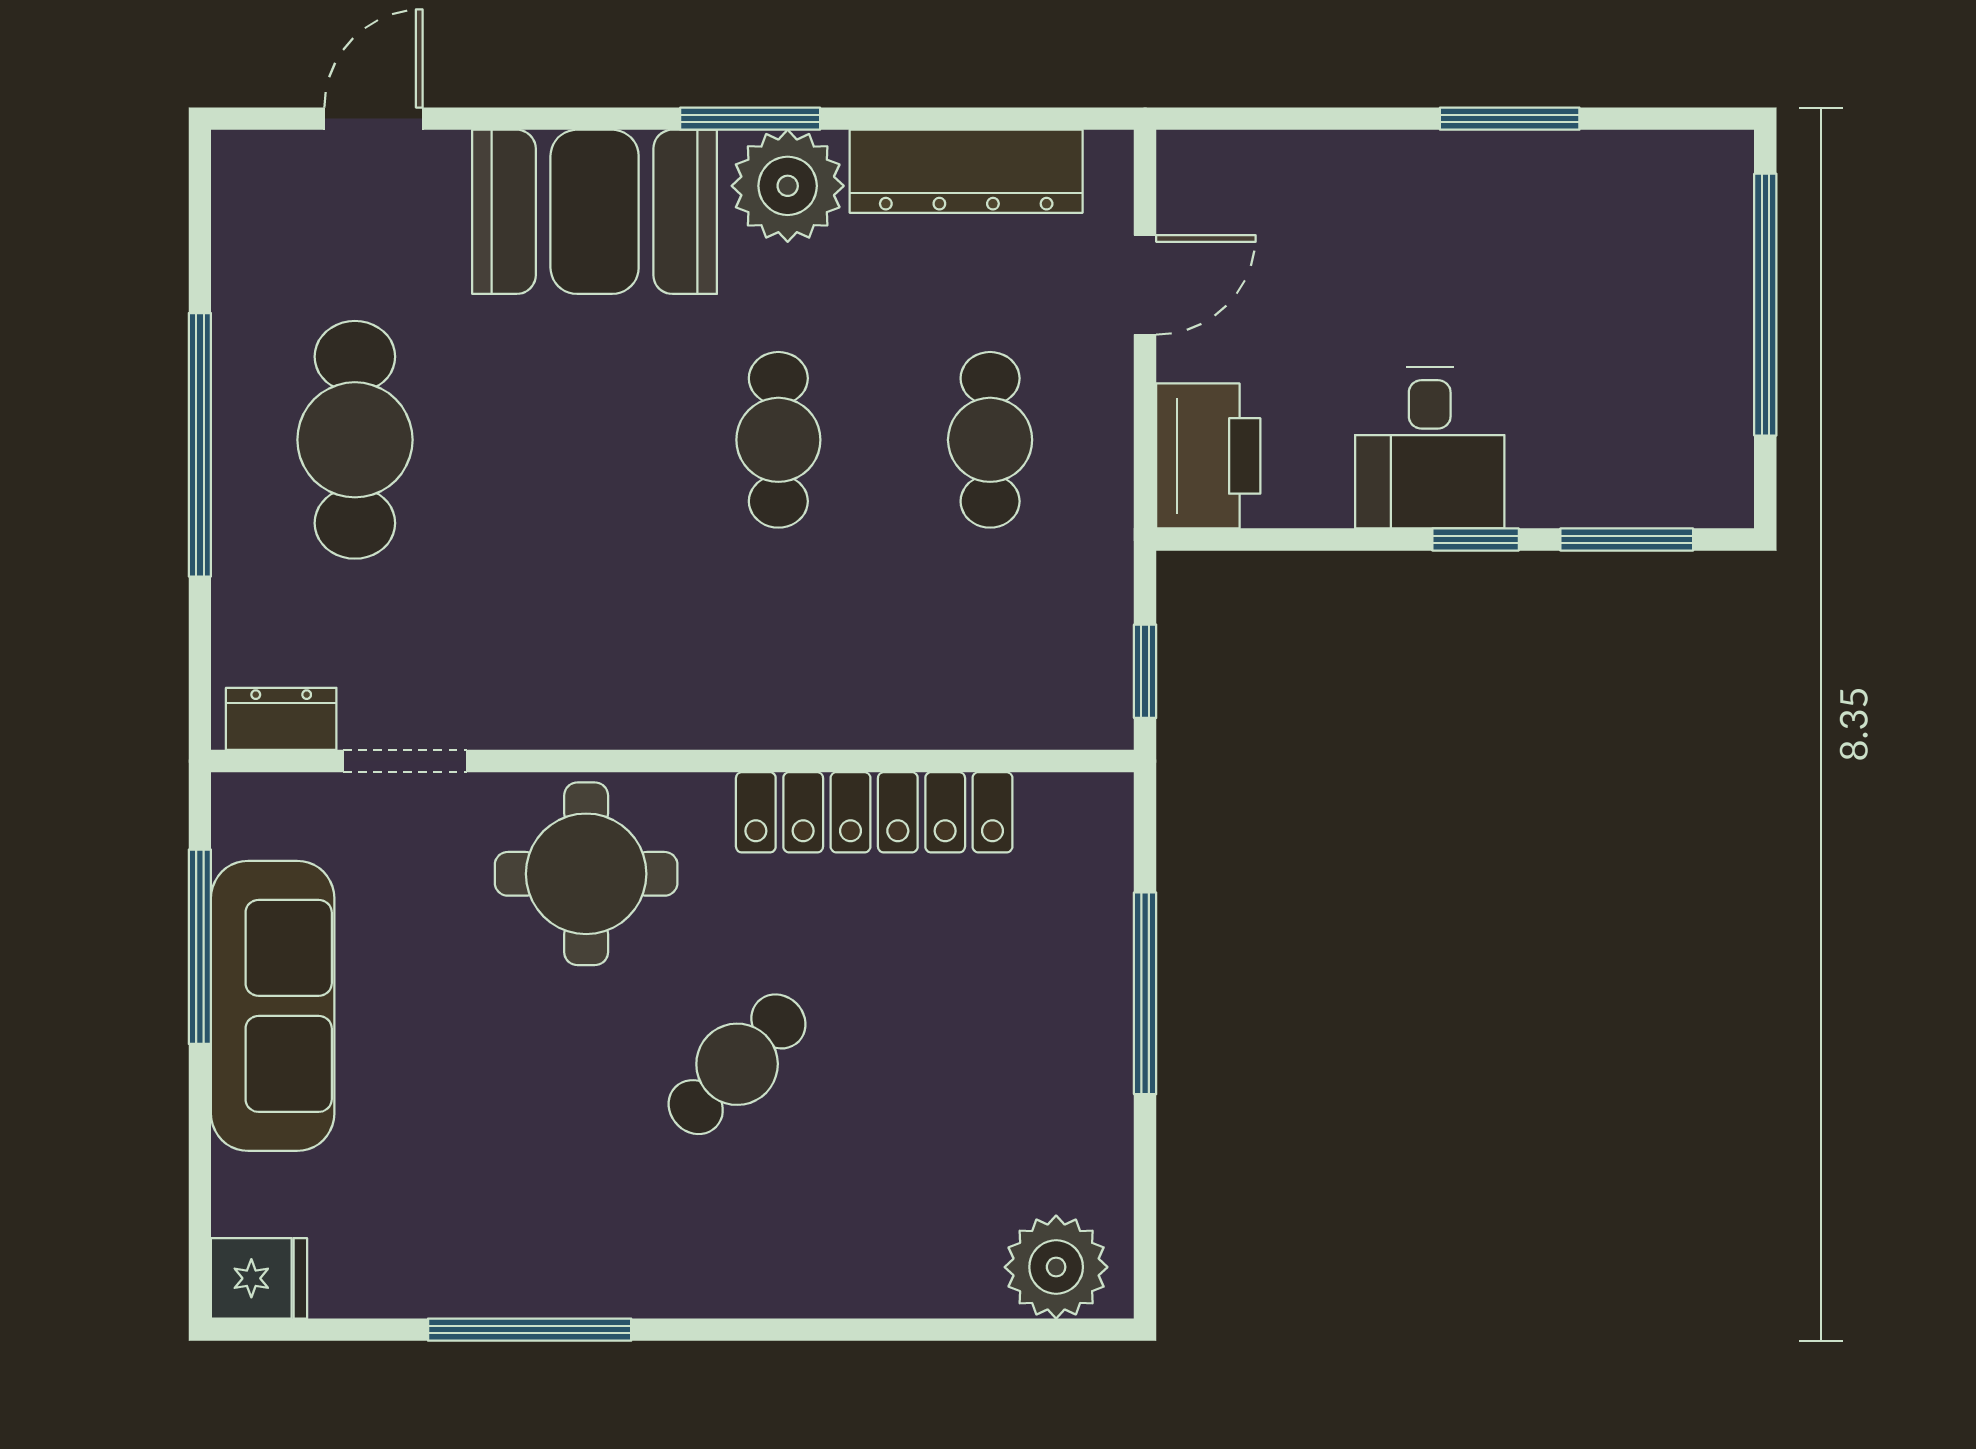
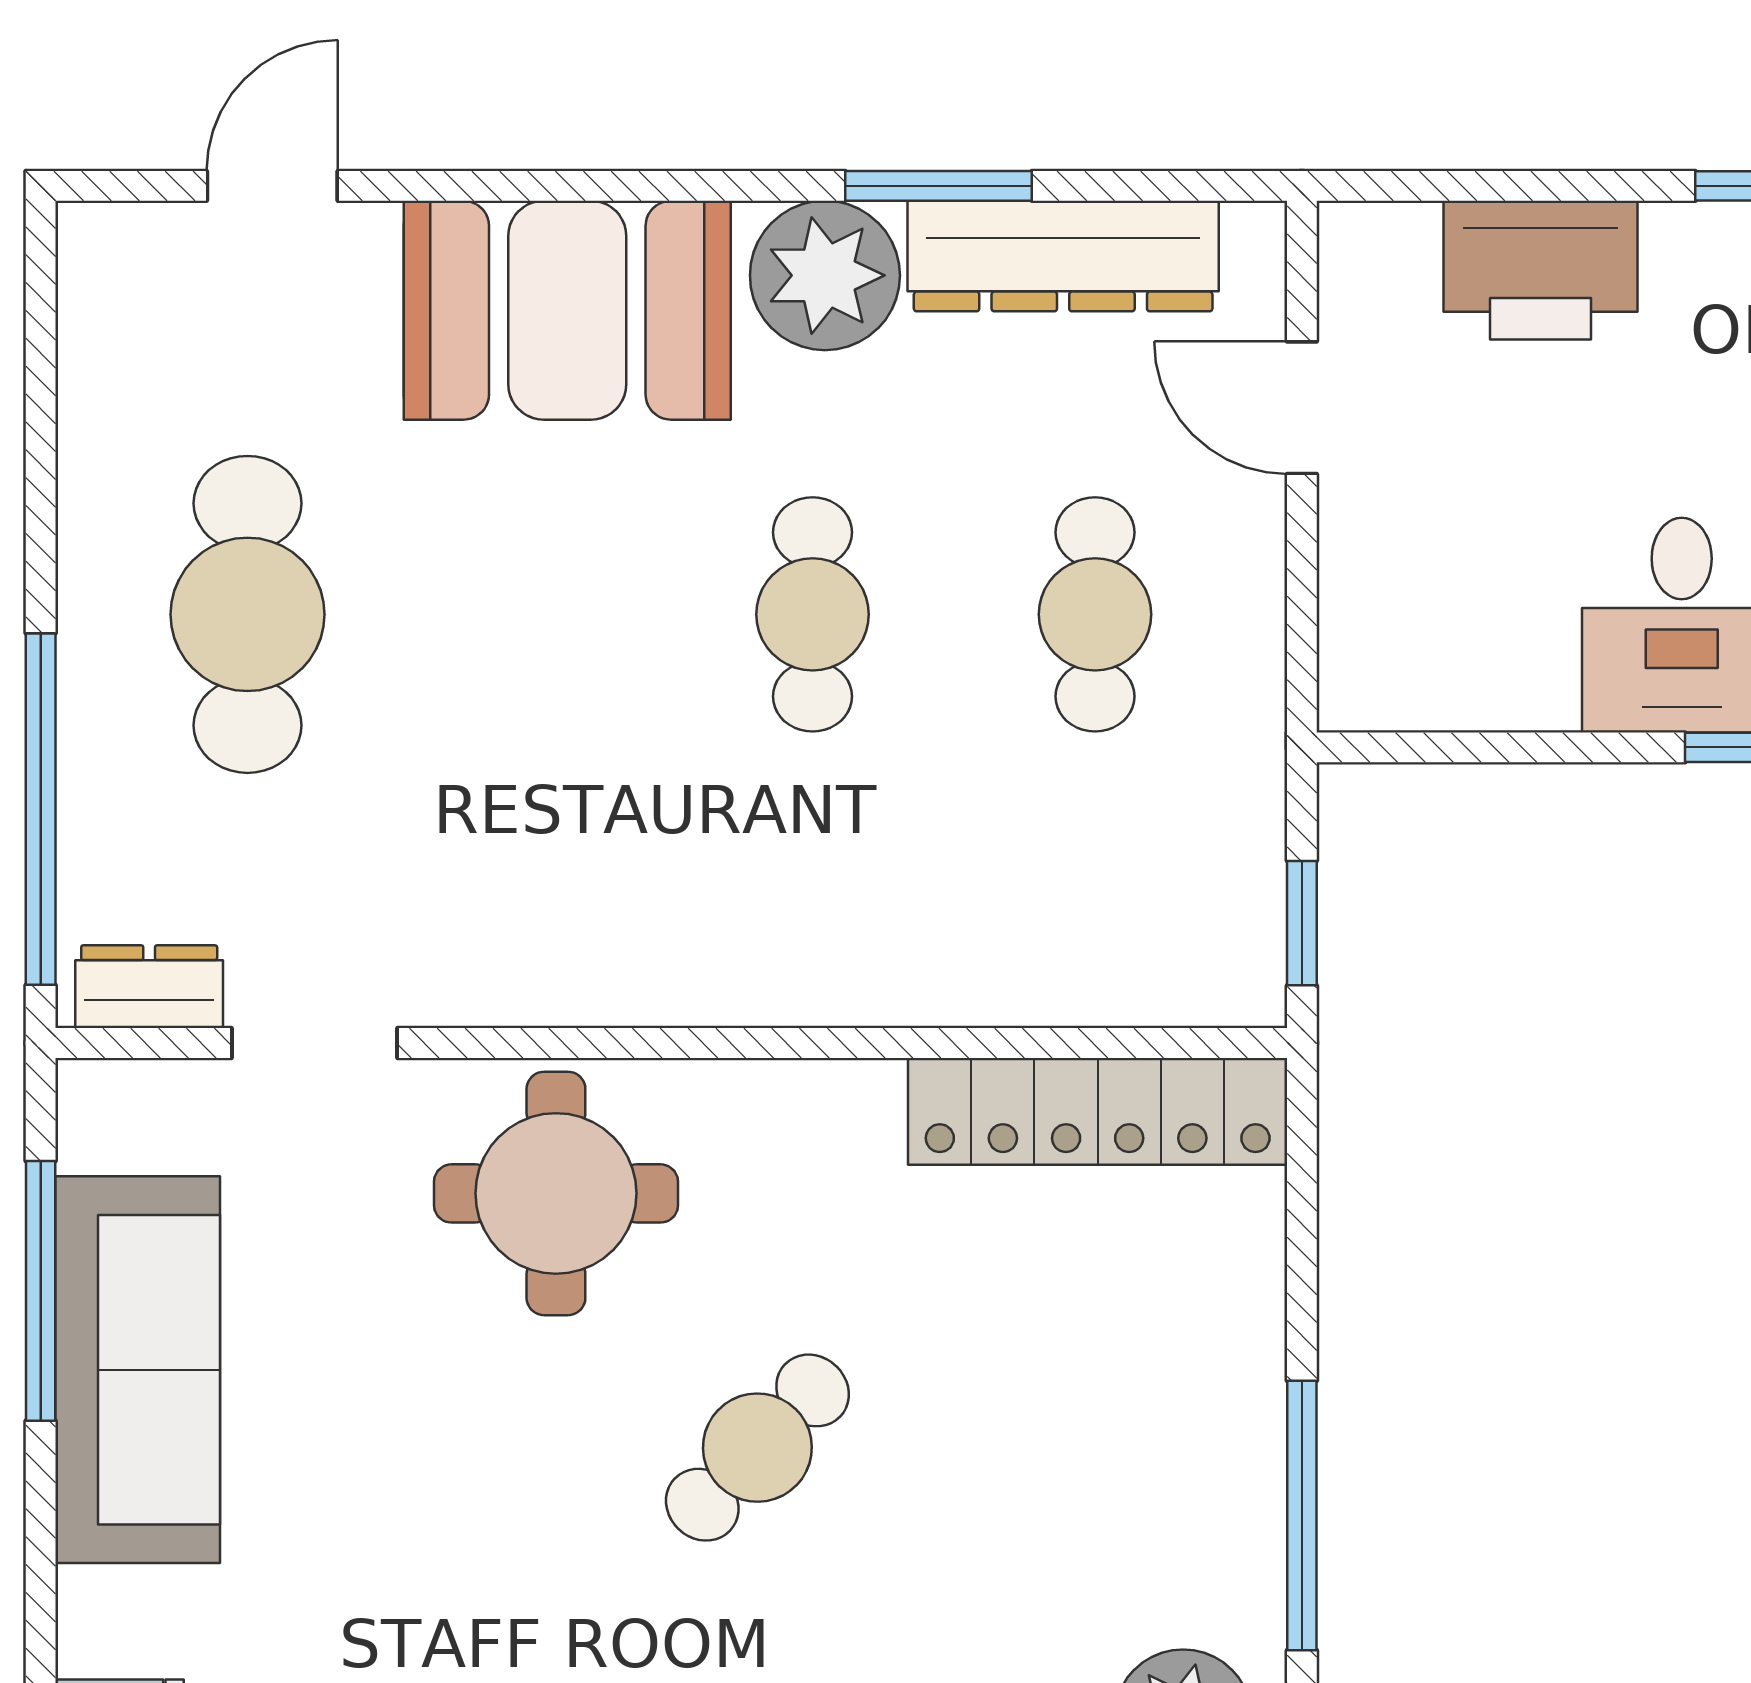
window: (750, 119) -> (938, 186), moved
door: (1145, 285) -> (1302, 408), swing flipped
window: (200, 445) -> (41, 809), moved
printer: (1208, 456) -> (1540, 270), moved, turned 90
locker: (874, 812) -> (1098, 1111), moved
window: (1145, 993) -> (1302, 1516), moved

